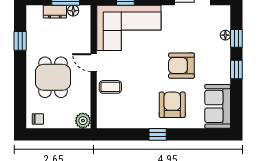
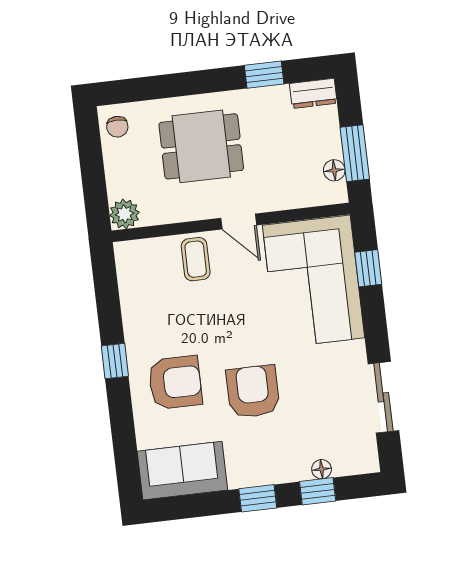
dresser: (55, 12) -> (313, 93), moved, turned -90
door: (94, 63) -> (239, 222), swing flipped

